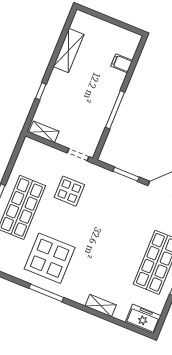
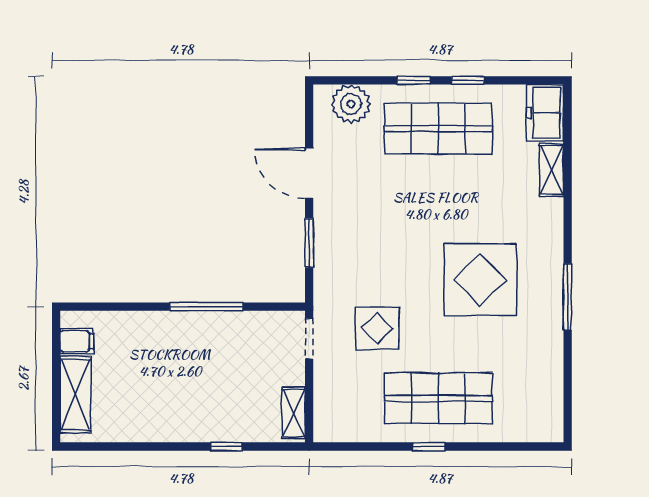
shelving: (69, 51) -> (75, 394), moved, turned 90
filing cabinet: (122, 63) -> (77, 341), moved, turned -90
display table: (50, 258) -> (480, 280), moved
shelving: (101, 306) -> (552, 170), moved

